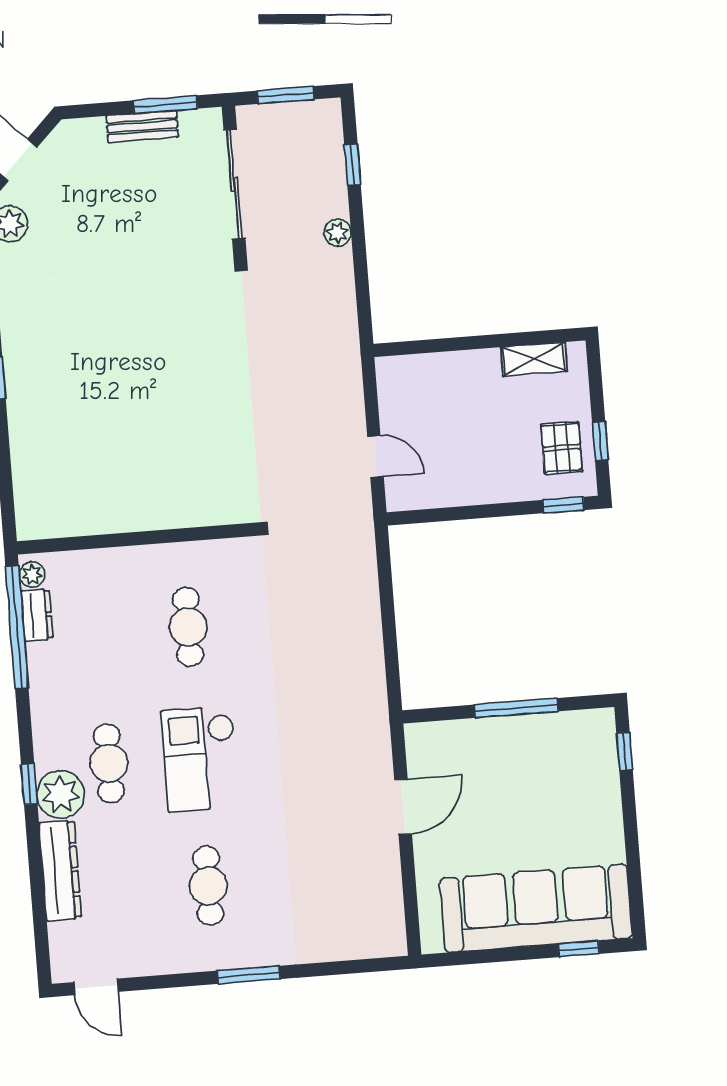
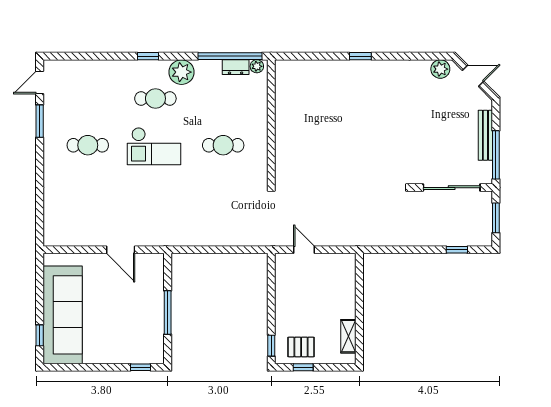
window: (165, 105) -> (496, 155), width x1.44
bench: (142, 127) -> (485, 135), width x1.36
plant: (338, 233) -> (422, 239), removed
door: (375, 457) -> (304, 250), swing flipped
checkout: (200, 759) -> (154, 146), turned 180
plant: (61, 794) -> (181, 72), moved
dresser: (60, 870) -> (102, 69), removed
window: (249, 975) -> (40, 121), moved

